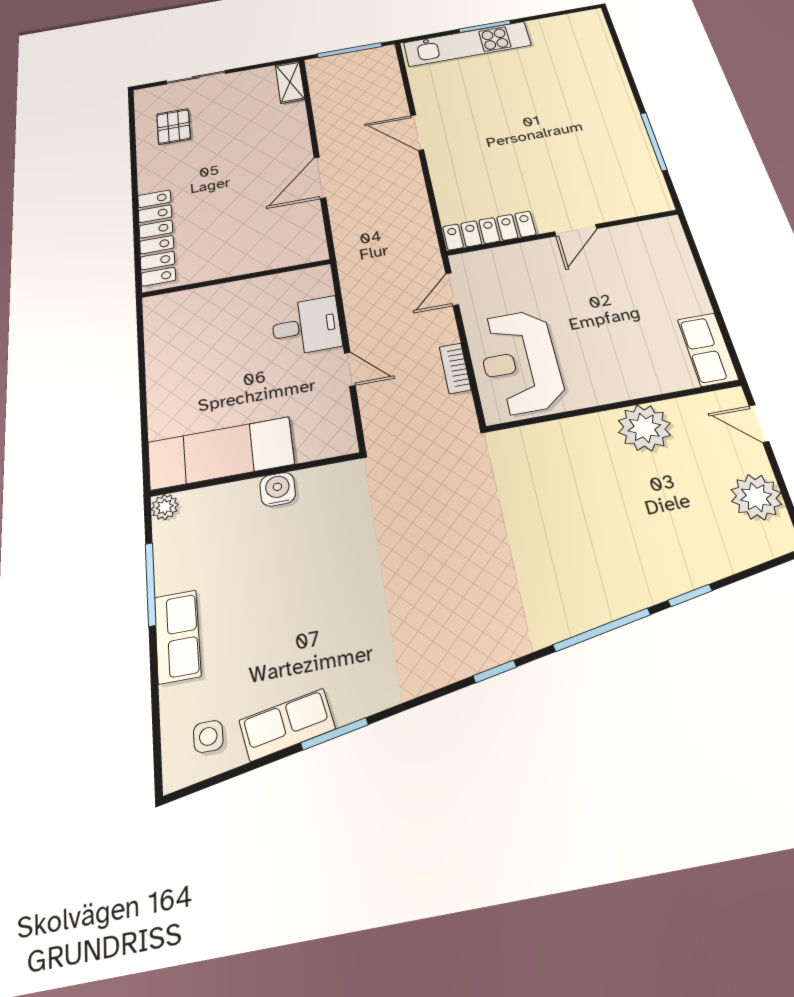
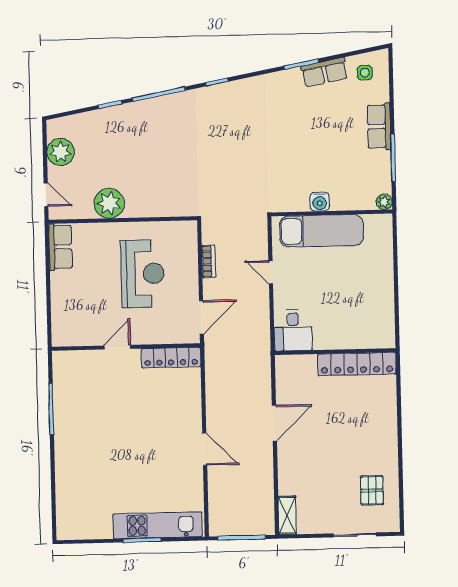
locker: (156, 237) -> (357, 364), moved, turned -90
door: (452, 289) -> (201, 317), width x1.38
desk: (306, 326) -> (293, 330), moved, turned -90
reception desk: (520, 362) -> (143, 274), moved
exam couch: (220, 453) -> (321, 231), moved

